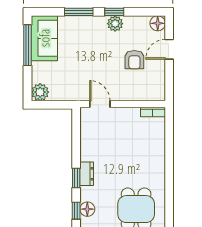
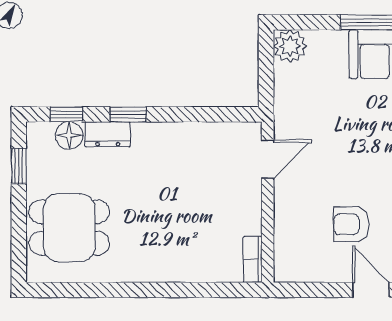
dresser: (87, 174) -> (108, 134), moved

